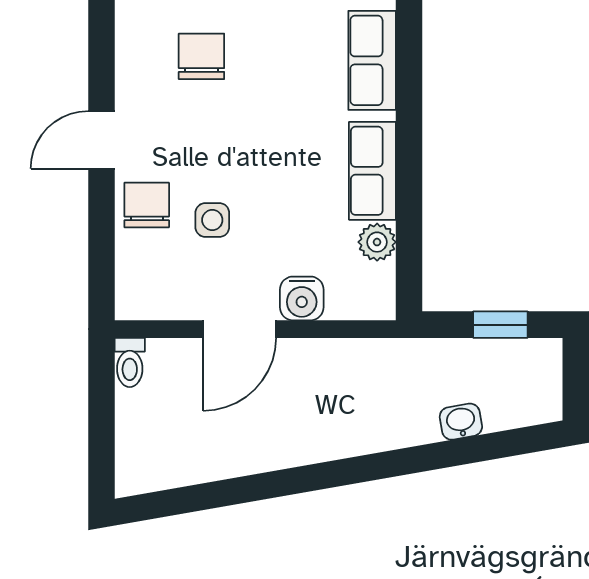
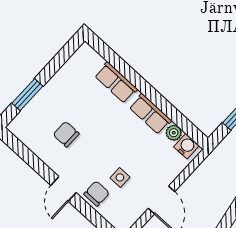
chair: (147, 205) -> (97, 193), turned 90
water cooler: (302, 298) -> (186, 146), moved, turned -90

